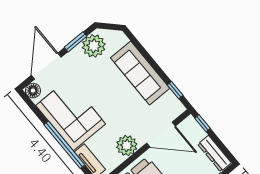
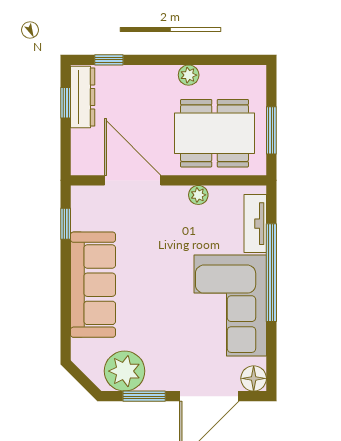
window: (202, 123) -> (66, 103), moved
plant: (127, 146) -> (198, 195), width x0.53, depth x0.53

